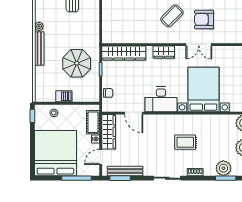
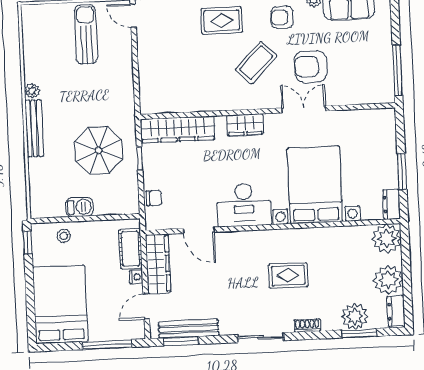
double door: (199, 45) -> (304, 109), swing flipped
bed: (55, 153) -> (60, 304), width x0.73

